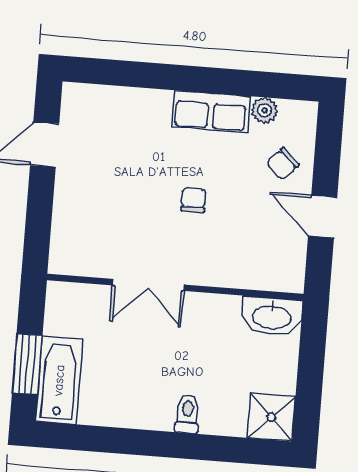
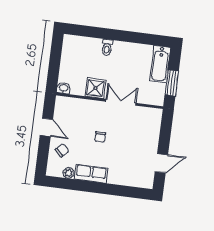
washbasin: (272, 316) -> (63, 88), width x0.52, depth x0.69
window: (27, 364) -> (172, 83), moved
shower: (271, 417) -> (95, 88), moved

